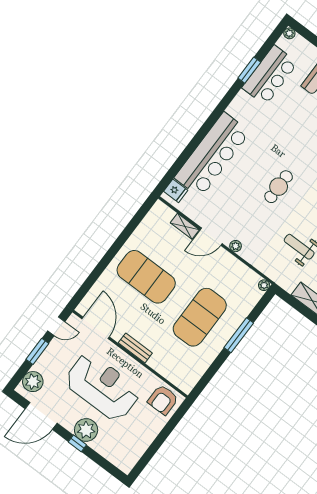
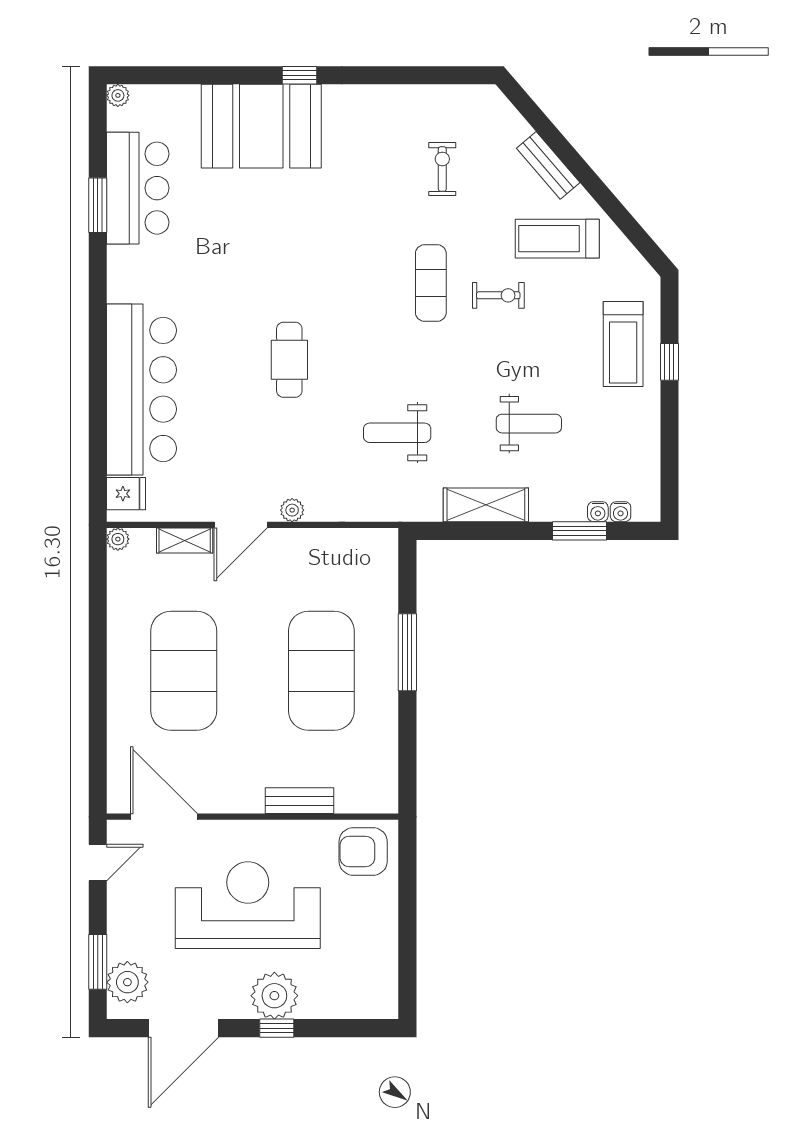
exercise mat: (146, 277) -> (184, 671), turned 90
plant: (264, 285) -> (118, 539), moved
bench: (135, 348) -> (299, 801), moved
window: (37, 351) -> (98, 962), moved
armchair: (163, 400) -> (363, 851), turned 90

